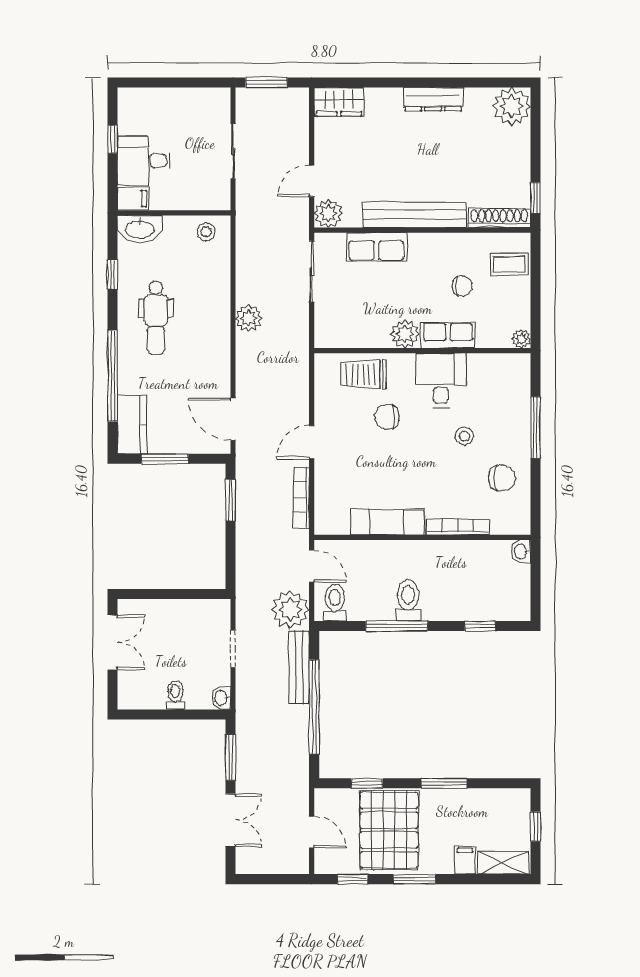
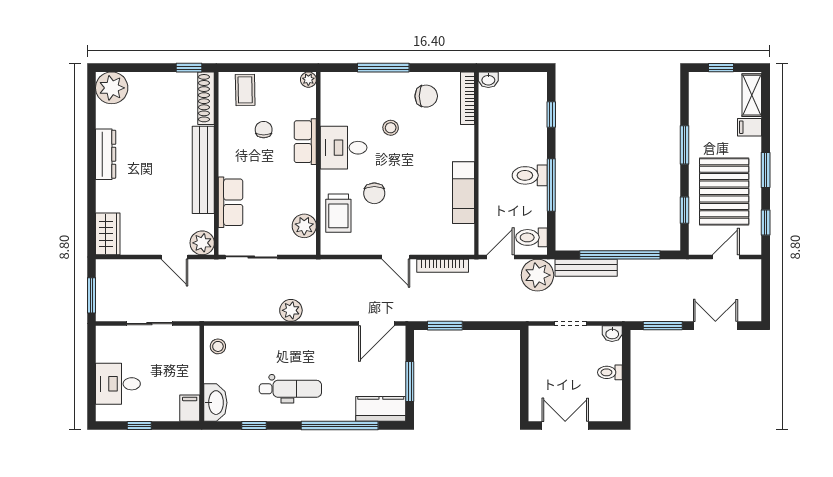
desk: (144, 161) -> (118, 384), moved, turned 90
plant: (405, 334) -> (304, 226), moved
chair: (502, 478) -> (426, 96), turned 90
bookcase: (458, 527) -> (468, 98), moved
pallet: (389, 830) -> (724, 191), turned 90

